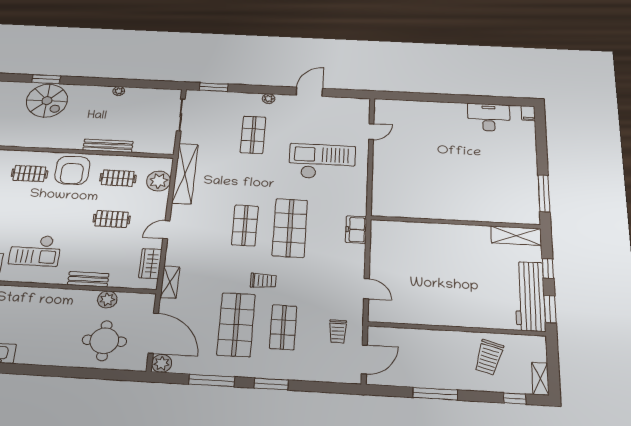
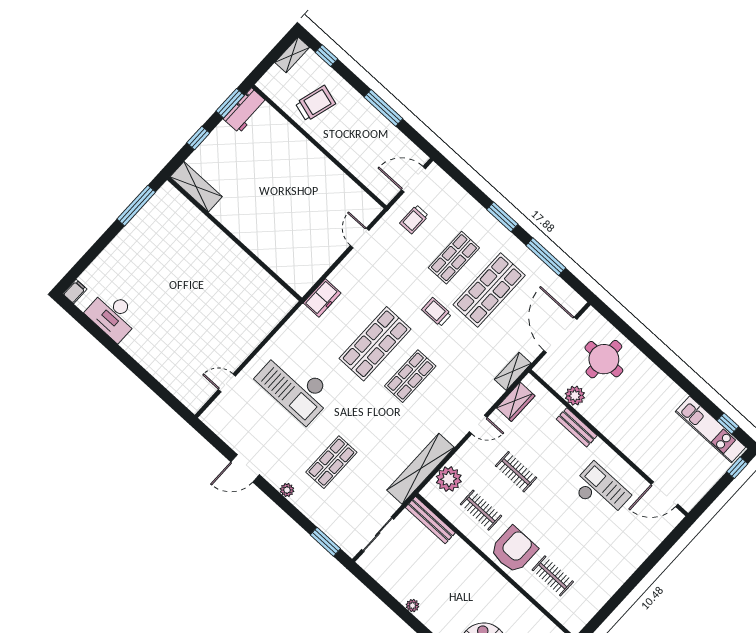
bench: (108, 146) -> (430, 520), moved
workbench: (530, 296) -> (245, 111), width x0.53, depth x0.76
trolley: (338, 331) -> (414, 219), turned 180
plant: (162, 363) -> (574, 303), removed

